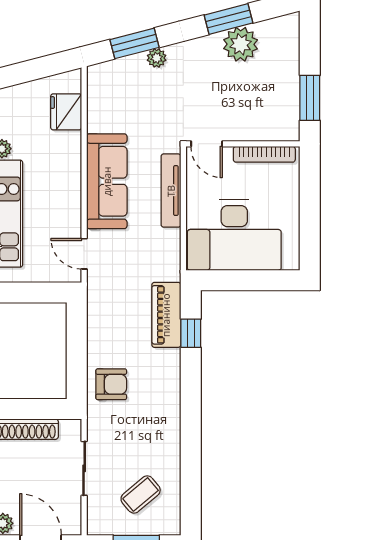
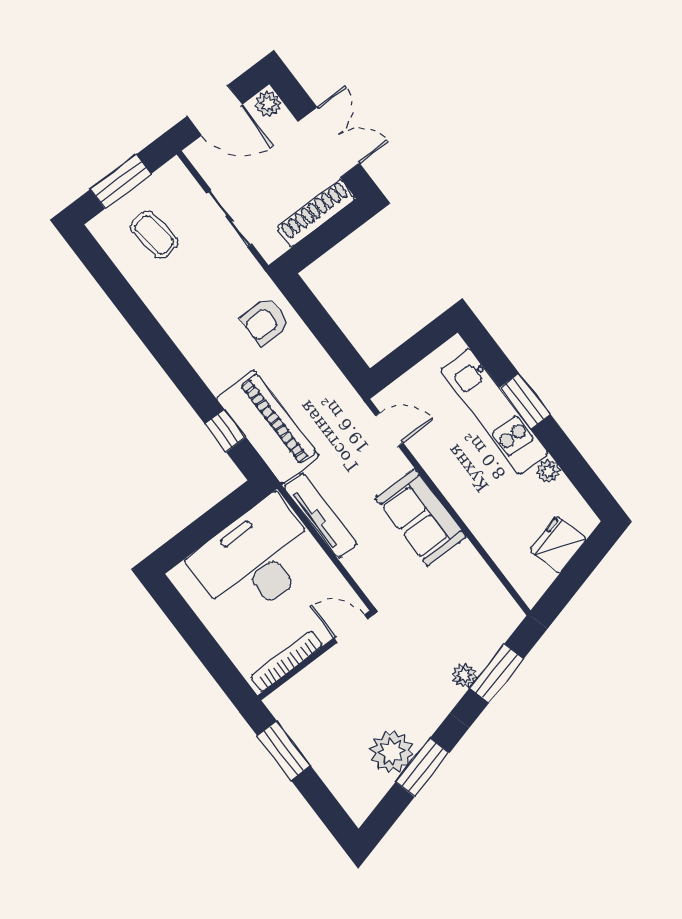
fridge: (66, 112) -> (558, 545), moved, turned -105
sofa: (107, 181) -> (421, 517), width x0.73
tv unit: (171, 191) -> (320, 515), moved
piano: (166, 315) -> (268, 427), width x1.37, depth x1.33
coffee table: (141, 494) -> (154, 235), turned -57

